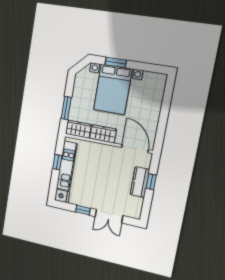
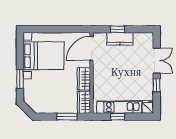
bed with nightstands: (113, 89) -> (44, 56), moved

